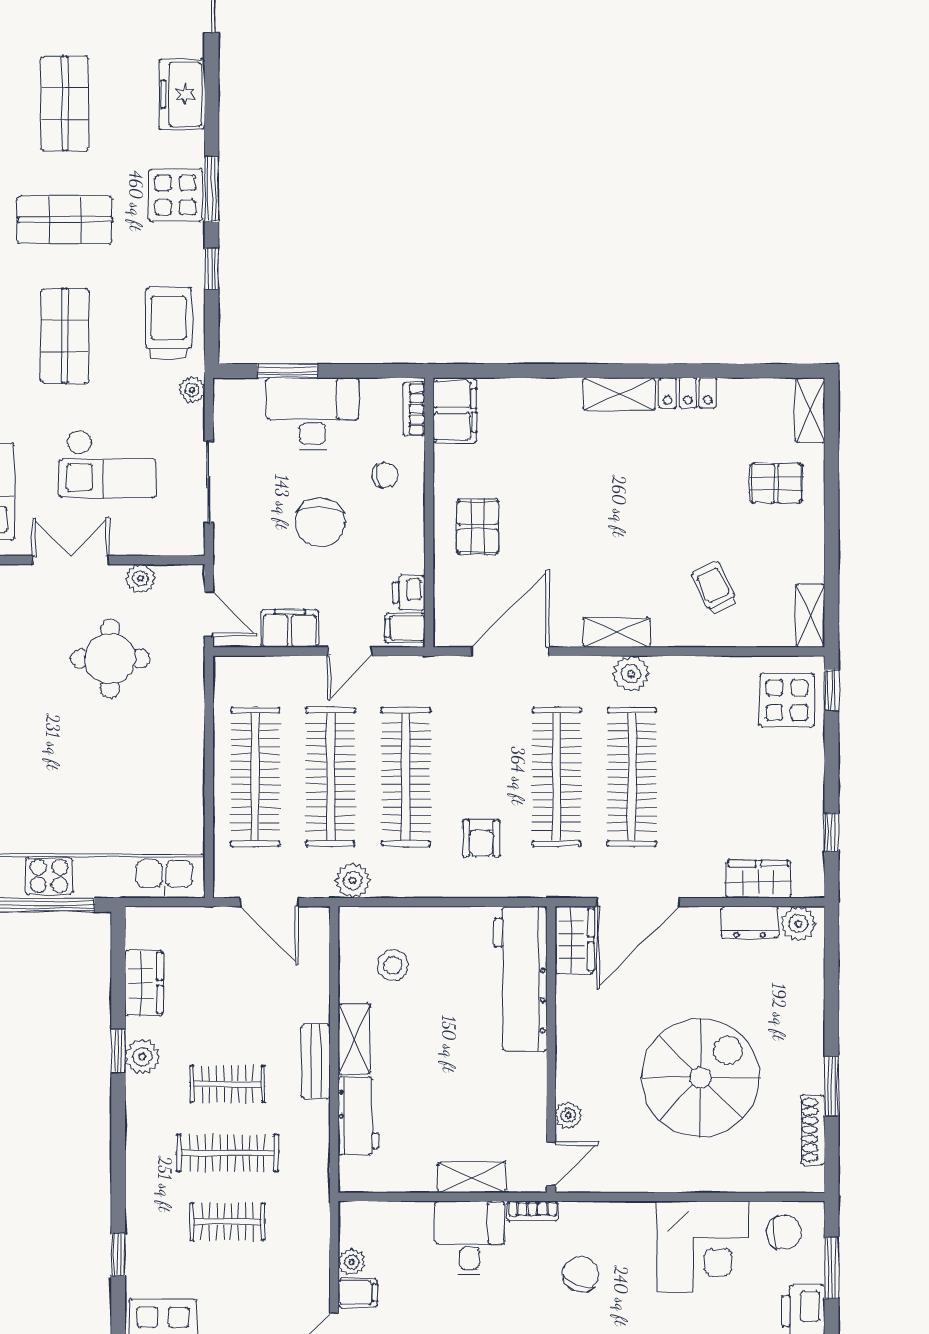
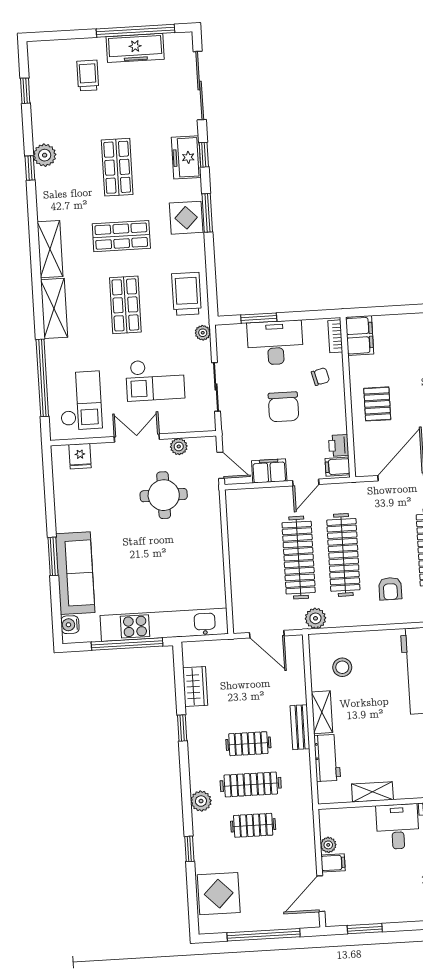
window: (212, 269) -> (204, 155), moved
clothes rail: (255, 777) -> (254, 560), removed
plant: (142, 1057) -> (201, 801), moved
shelving: (472, 1177) -> (372, 792), moved

